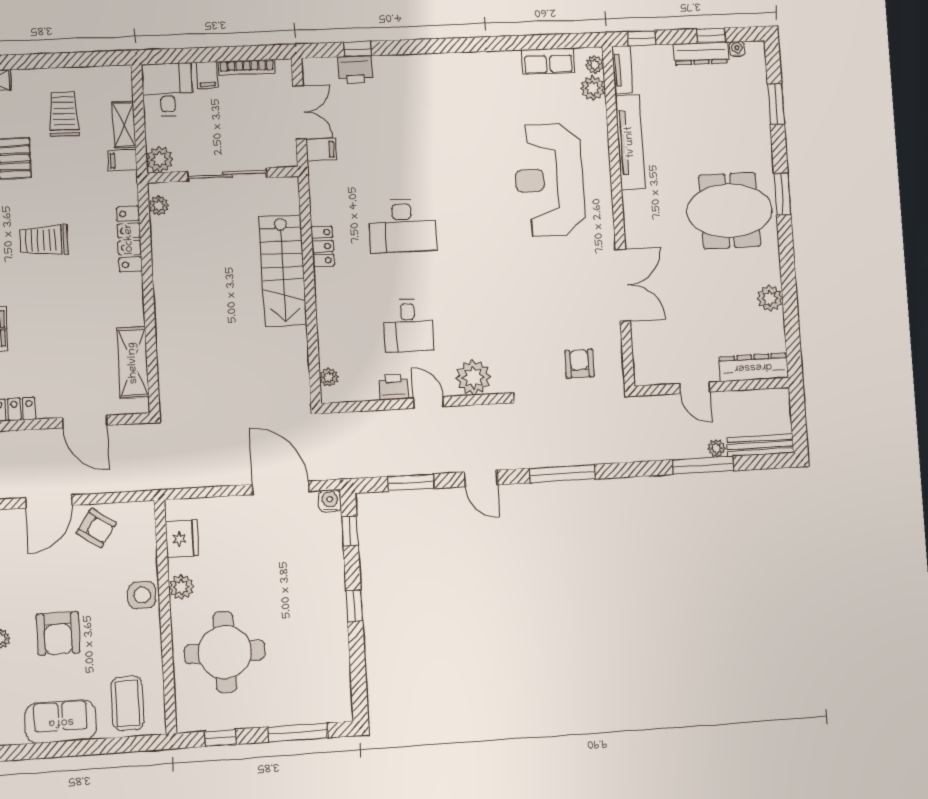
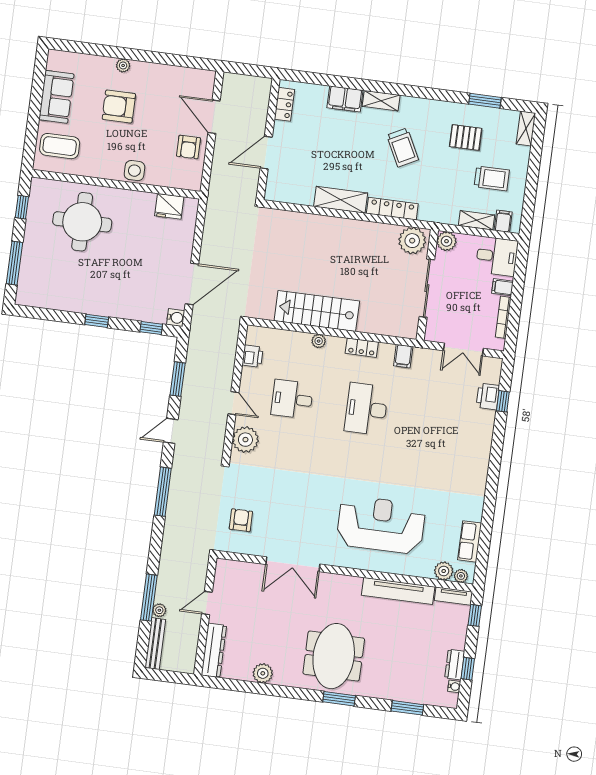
dresser: (701, 53) -> (455, 665), width x0.70
filing cabinet: (321, 150) -> (403, 356), moved
filing cabinet: (122, 160) -> (503, 221), moved
plant: (159, 205) -> (412, 241), width x1.88, depth x1.88
trolley: (44, 240) -> (403, 148), turned 153
stairs: (283, 271) -> (317, 311), moved
shelving: (133, 363) -> (341, 200), moved
armchair: (579, 364) -> (241, 520), turned -89
plant: (329, 377) -> (319, 341), moved
printer: (394, 387) -> (253, 356), moved
door: (428, 403) -> (233, 403), hinge flipped
armchair: (96, 528) -> (189, 147), turned -34
plant: (181, 587) -> (135, 199), removed

